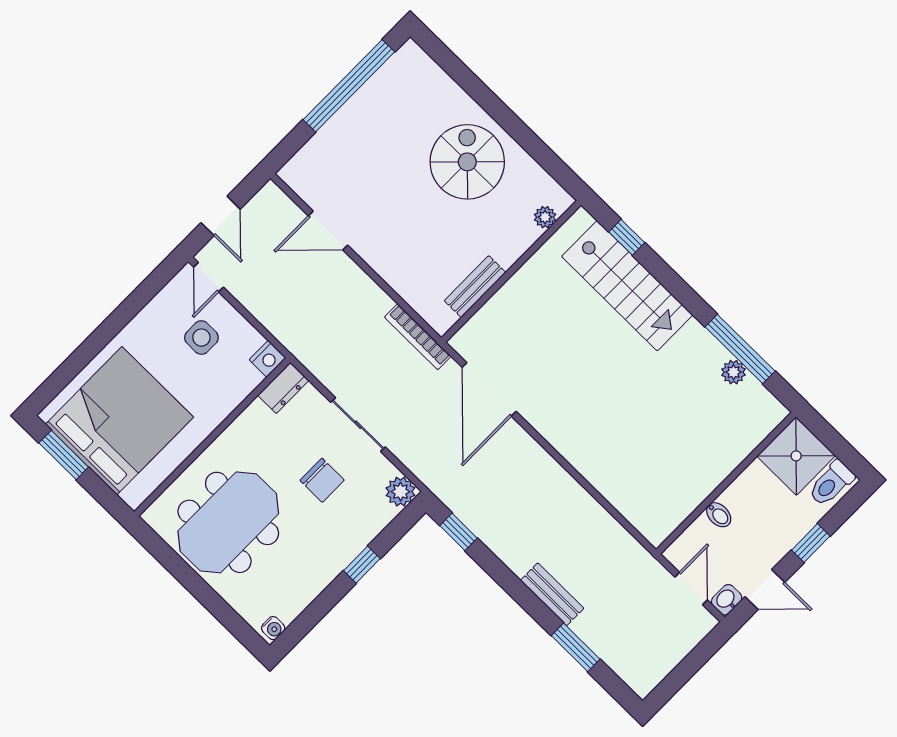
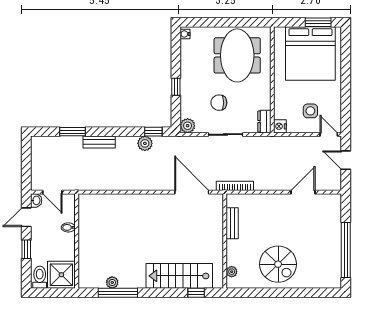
plant: (488, 527) -> (145, 143), added

